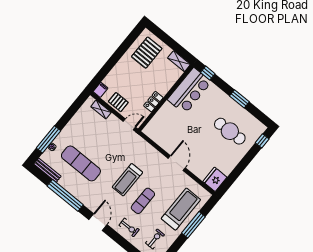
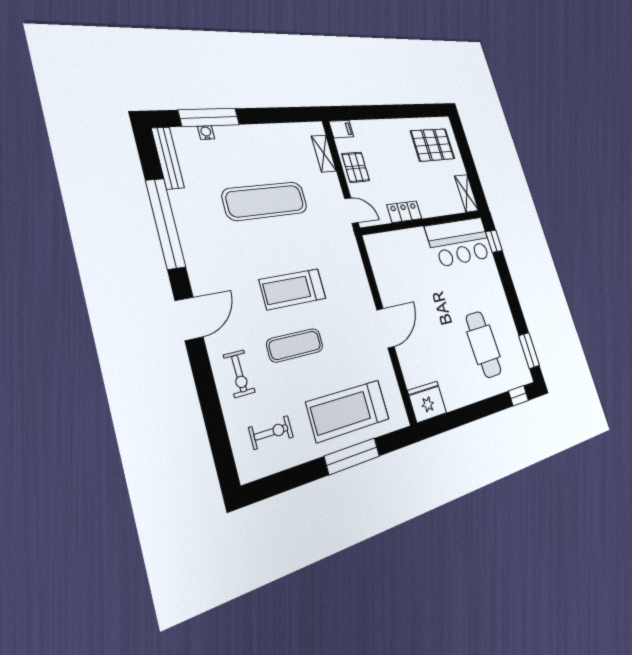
window: (239, 99) -> (529, 351), moved
exercise mat: (81, 163) -> (265, 201), moved, turned 90
treadmill: (181, 209) -> (348, 411), turned 180

